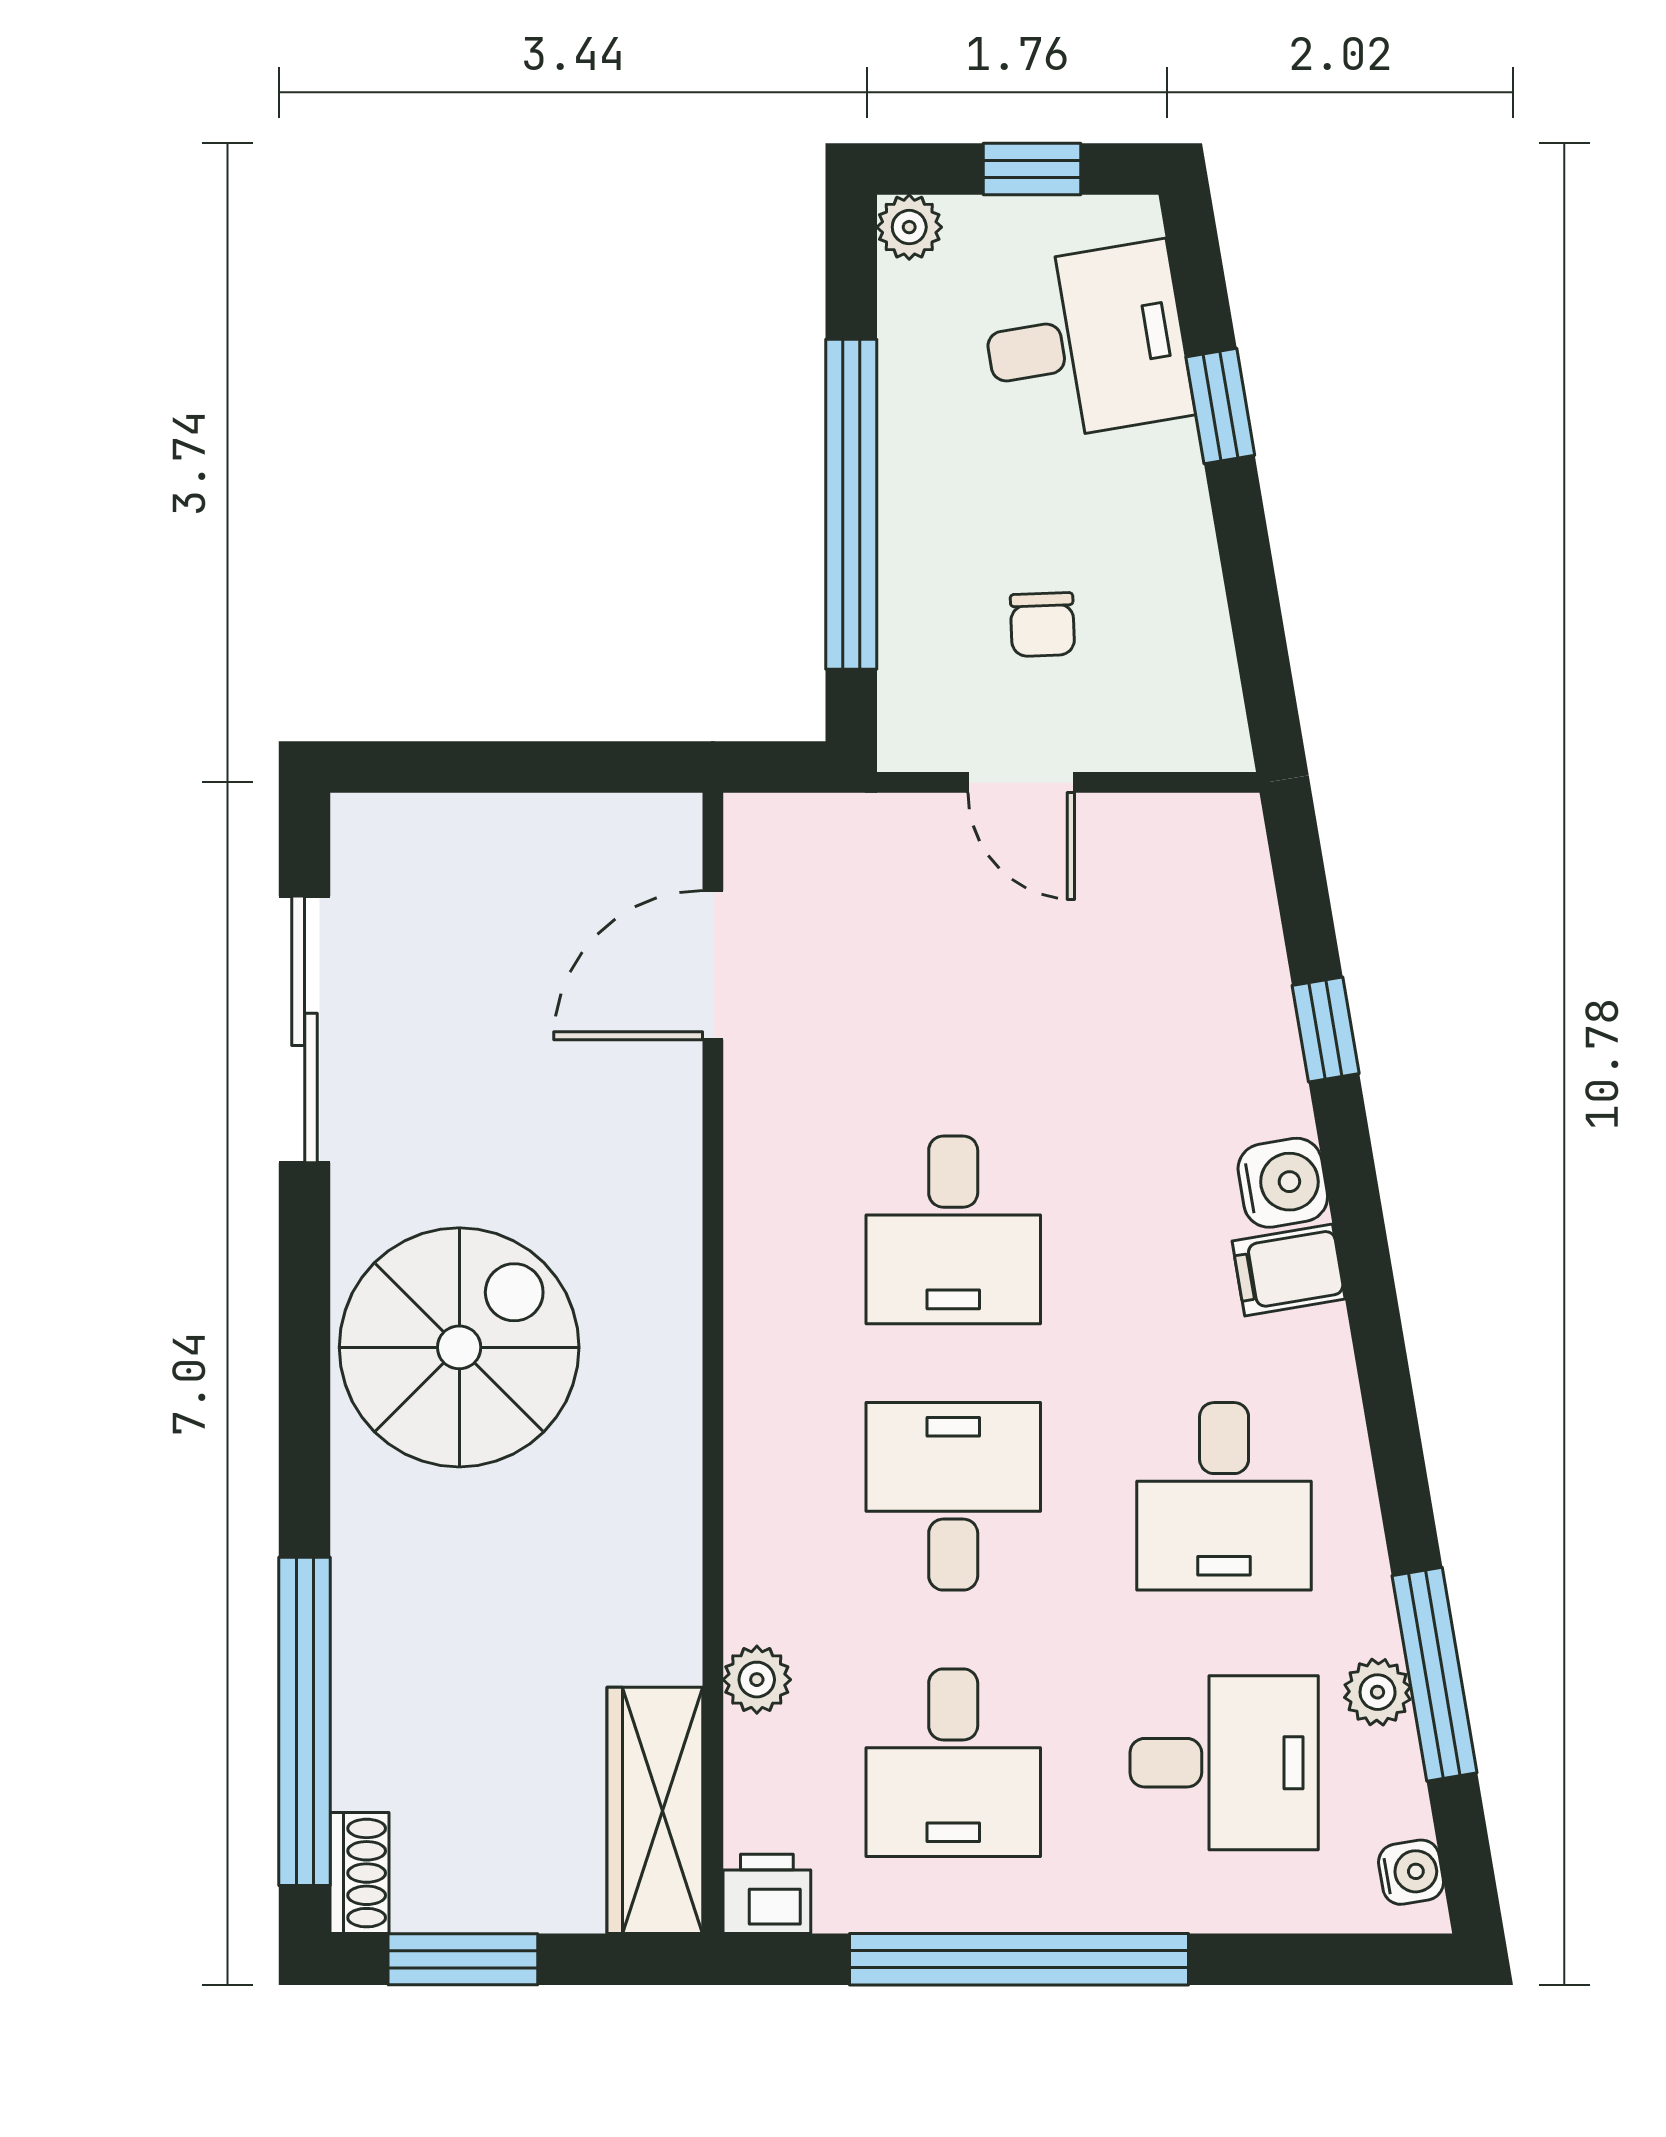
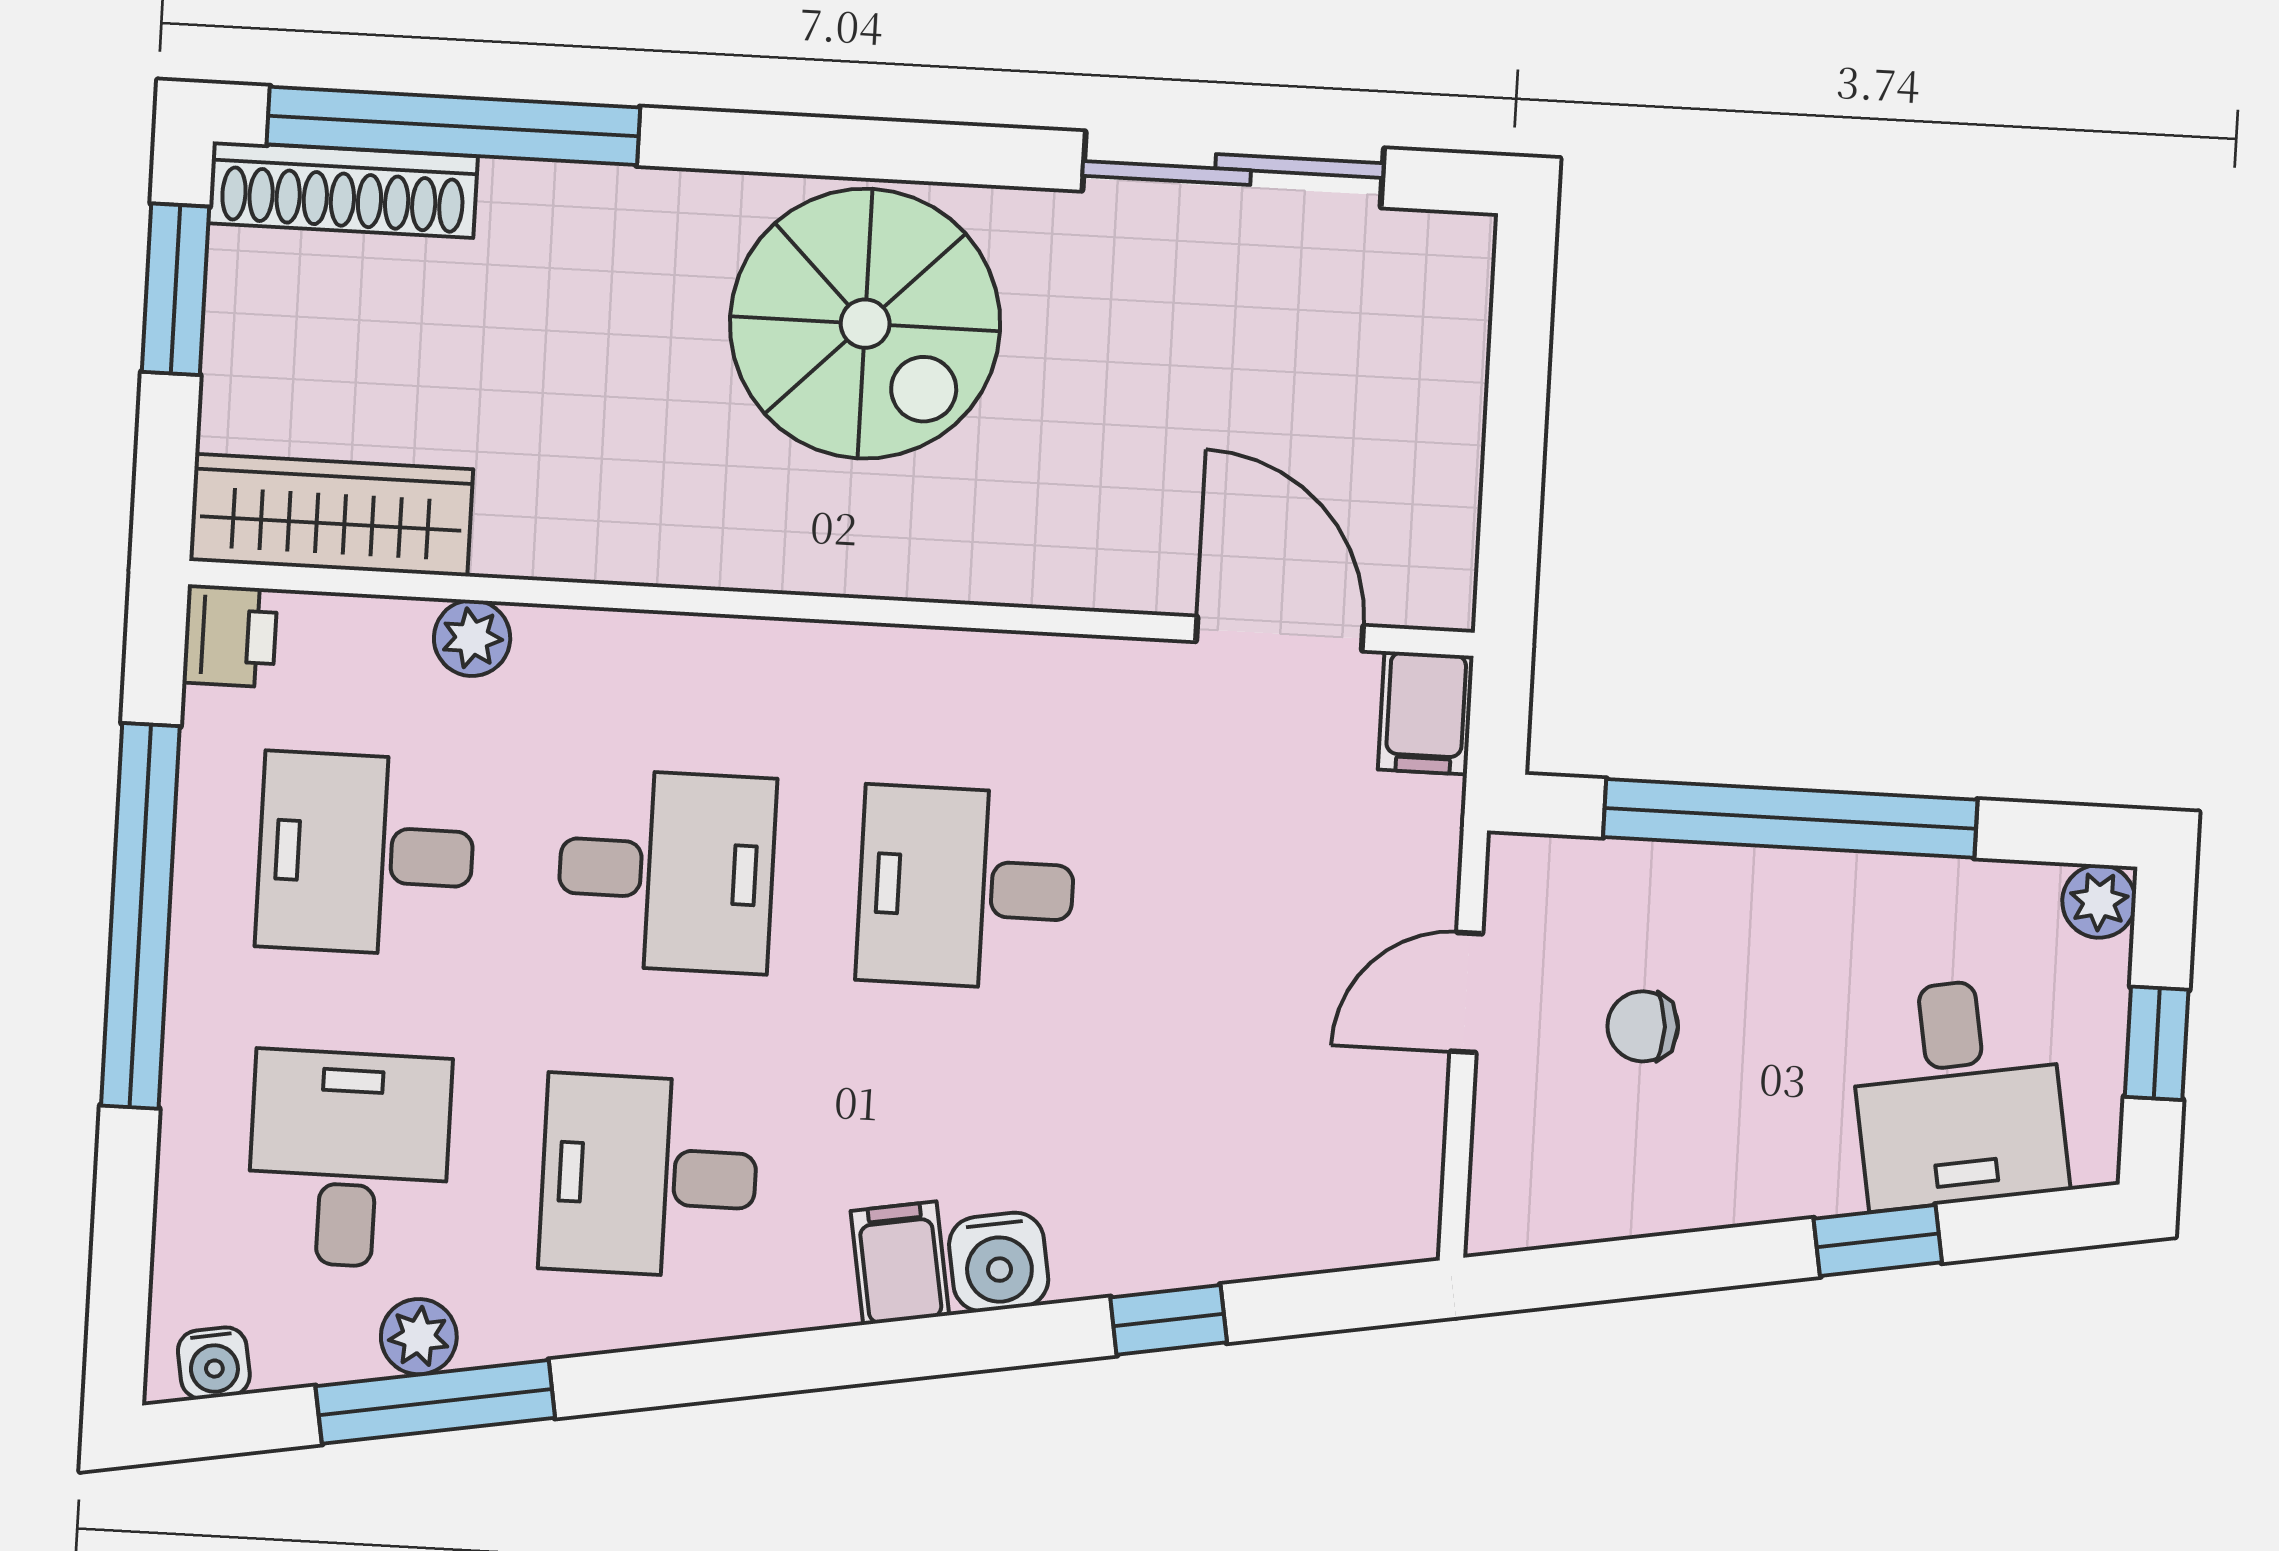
filing cabinet: (776, 832) -> (1426, 713), added
desk: (1224, 1763) -> (349, 1159), turned 180
shoe rack: (360, 1873) -> (343, 190), width x1.94, depth x1.24

